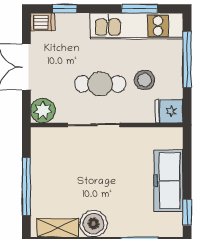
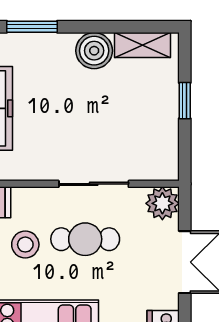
window: (26, 187) -> (185, 101), width x0.46

